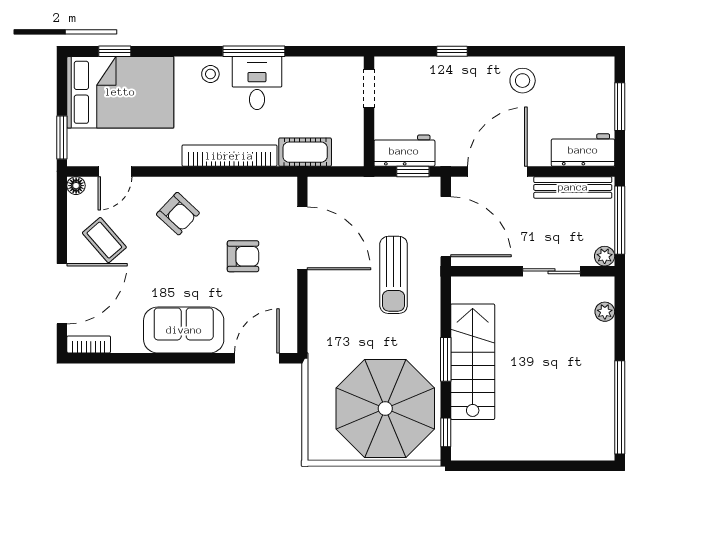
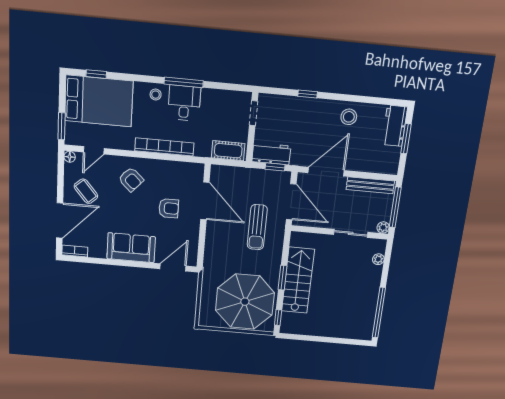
workbench: (583, 150) -> (395, 126), moved, turned -90
cot: (305, 152) -> (228, 151), moved

